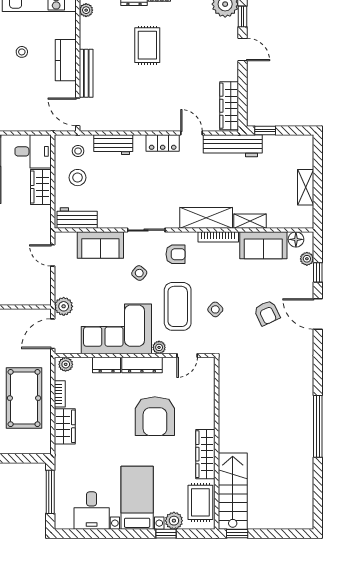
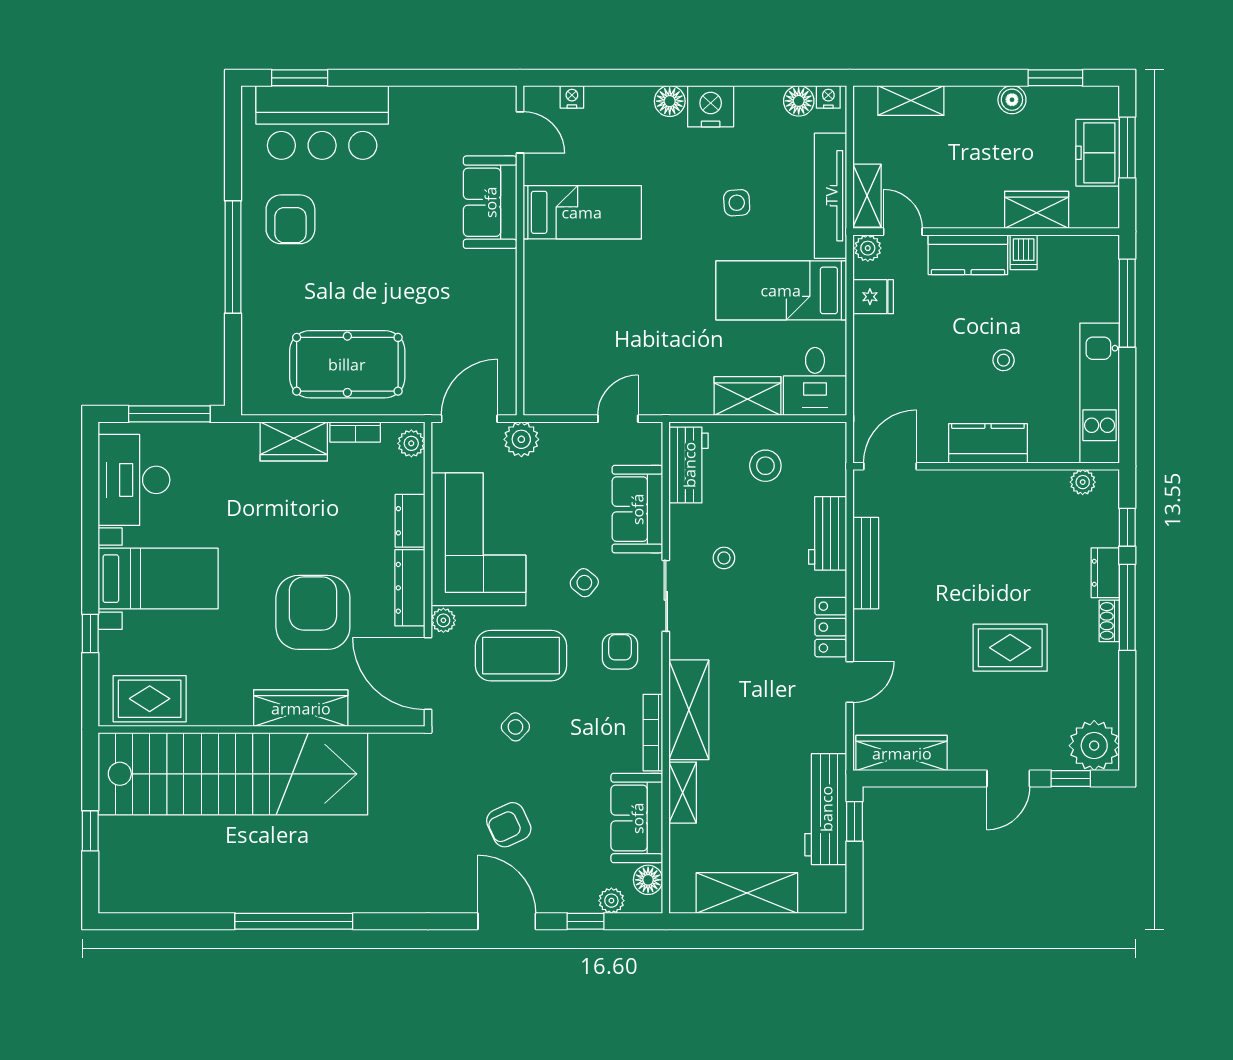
rug: (147, 45) -> (1010, 648), moved
bench: (86, 73) -> (866, 563), moved, turned 90
workbench: (233, 146) -> (826, 809), moved
stool: (78, 151) -> (724, 558), moved
shelving: (306, 187) -> (747, 893), width x1.50, depth x1.33
armchair: (176, 254) -> (620, 652), turned 180
door: (318, 314) -> (507, 921), hinge flipped
door: (53, 334) -> (469, 419), hinge flipped
door: (187, 356) -> (428, 673), width x1.87
armchair: (155, 416) -> (313, 612), turned 90
wardrobe: (205, 454) -> (301, 708), moved
stairs: (233, 491) -> (233, 774), width x1.86, depth x1.51
desk: (92, 511) -> (134, 480), width x1.37
plant: (174, 521) -> (115, 648), removed
window: (237, 534) -> (90, 831), moved

